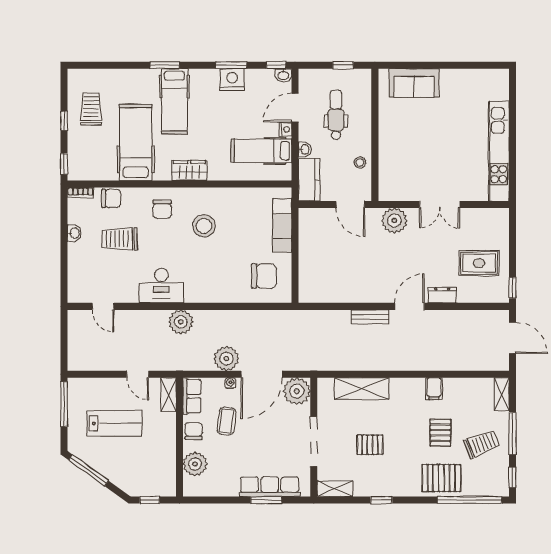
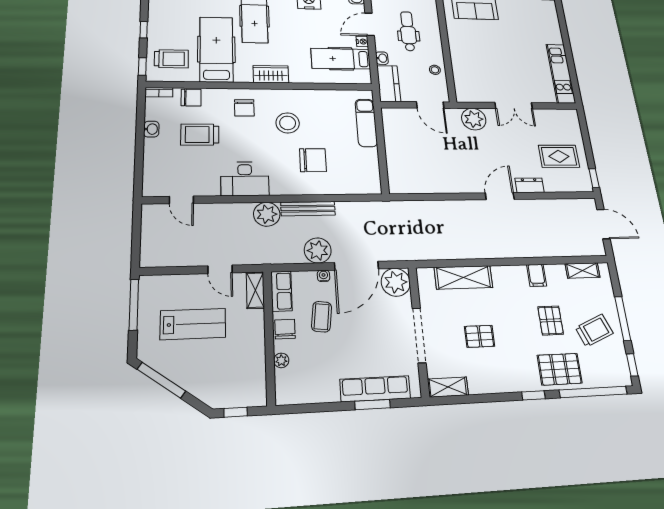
trolley: (91, 109) -> (171, 59), moved, turned 90
kitchen unit: (499, 151) -> (561, 73), width x0.73
chair: (264, 276) -> (313, 160), moved
bench: (370, 317) -> (308, 209), moved, width x1.36
shelving: (502, 394) -> (583, 270), moved, turned 90
plant: (195, 464) -> (281, 360), width x0.53, depth x0.53
window: (381, 500) -> (533, 395), moved

